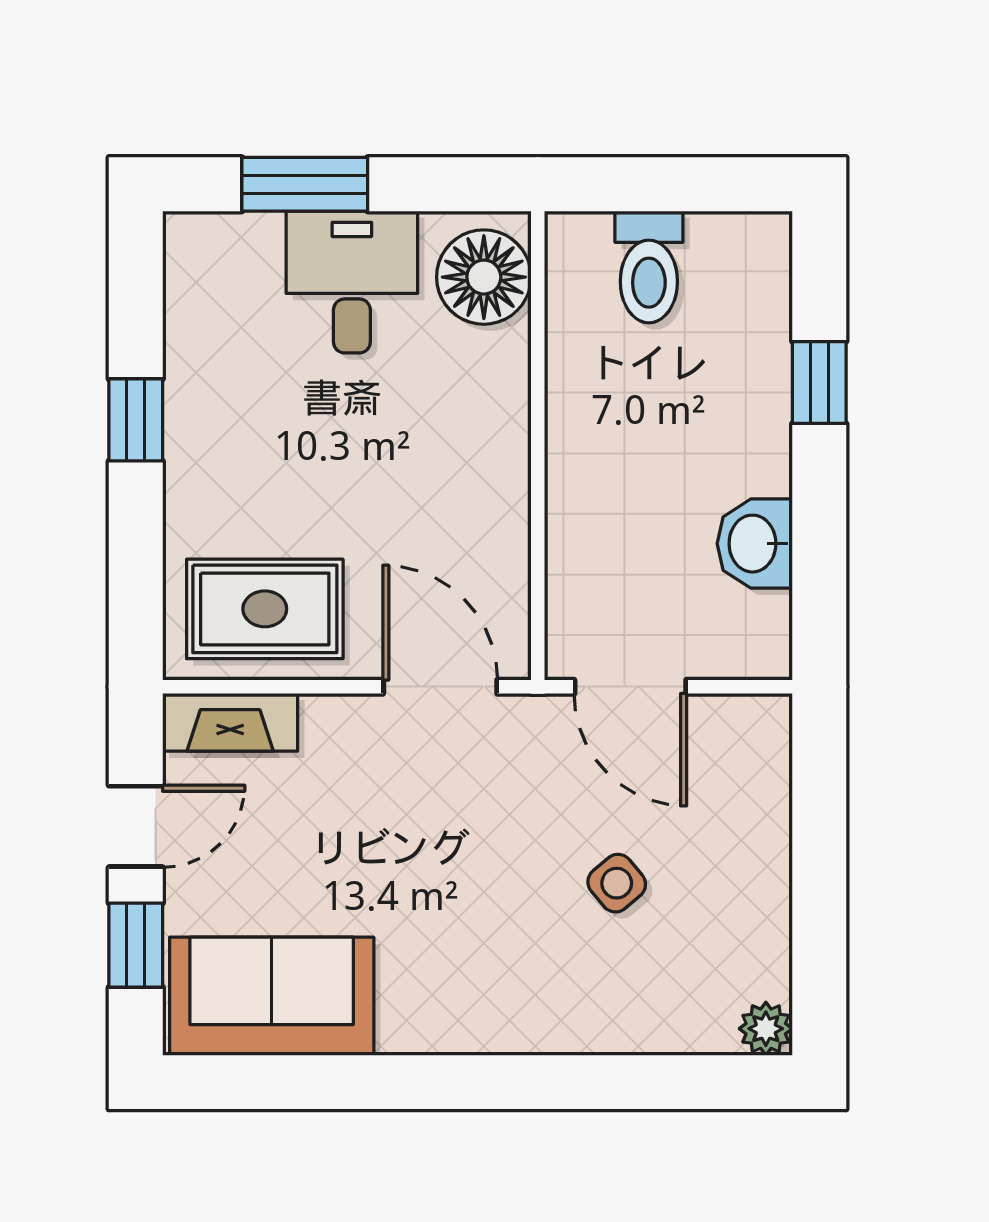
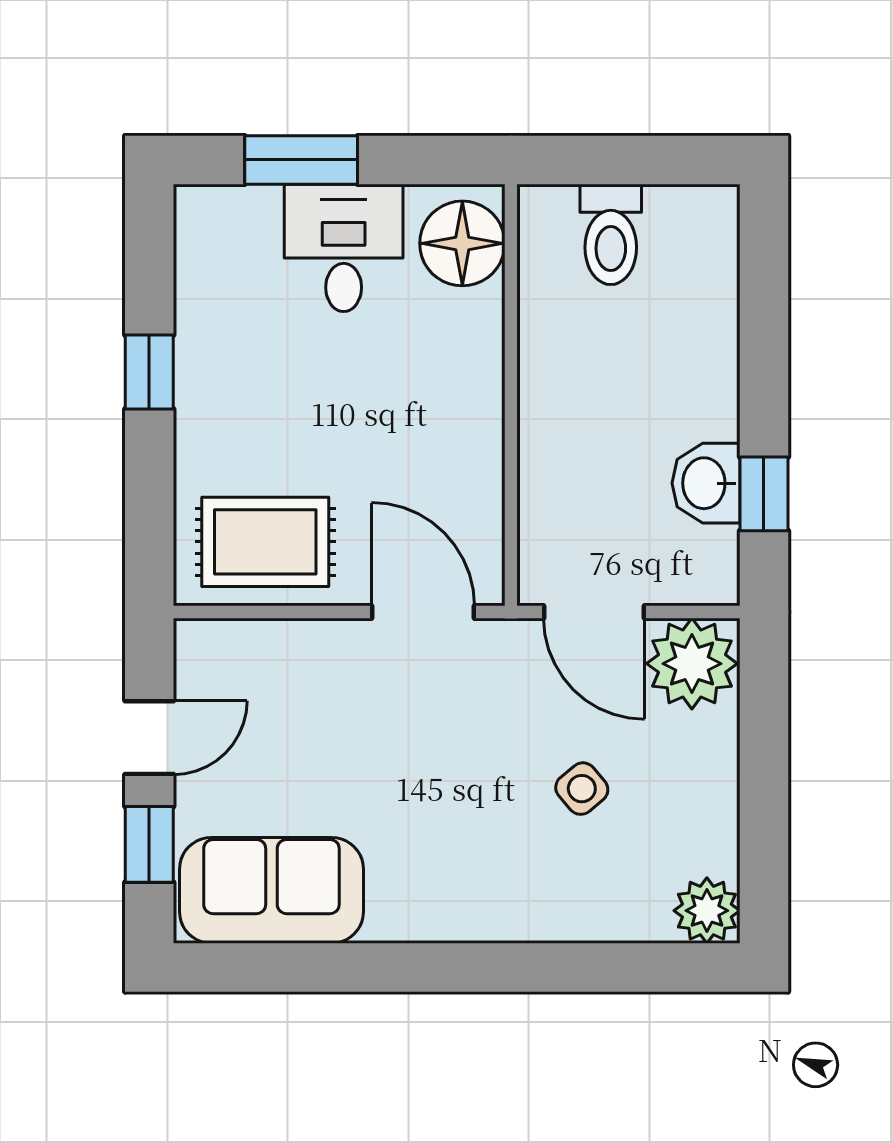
window: (819, 383) -> (764, 494), moved
fireplace: (230, 722) -> (234, 644), removed
plant: (739, 744) -> (692, 664), added
plant: (766, 1029) -> (707, 911), width x1.38, depth x1.38

